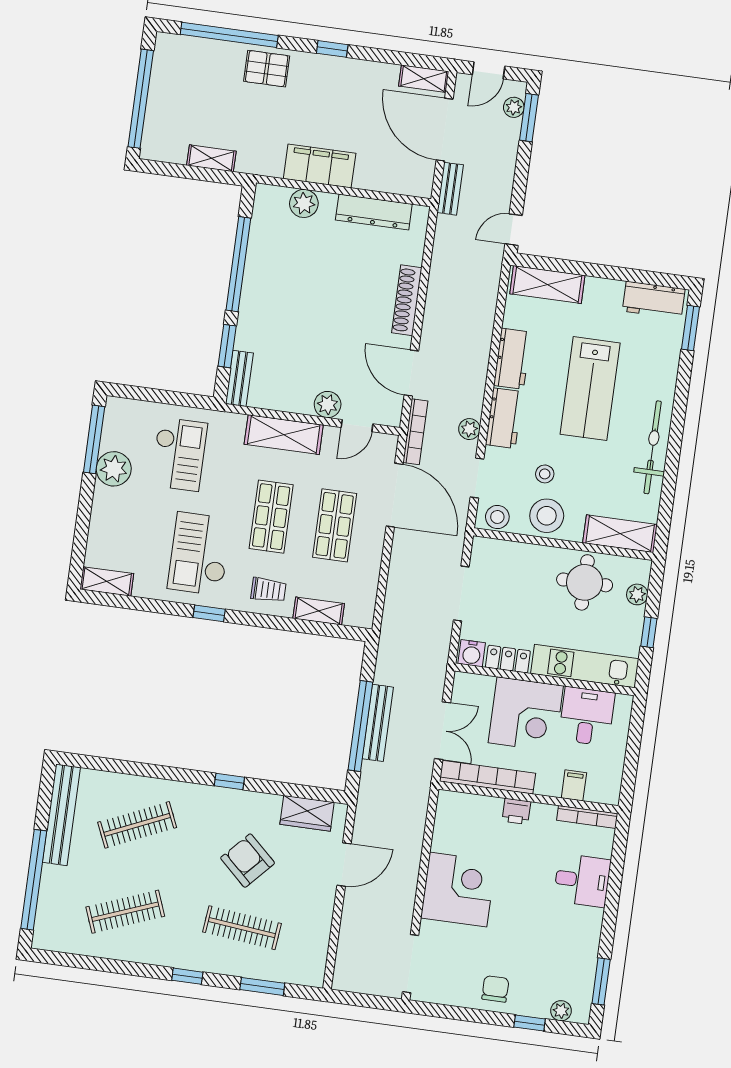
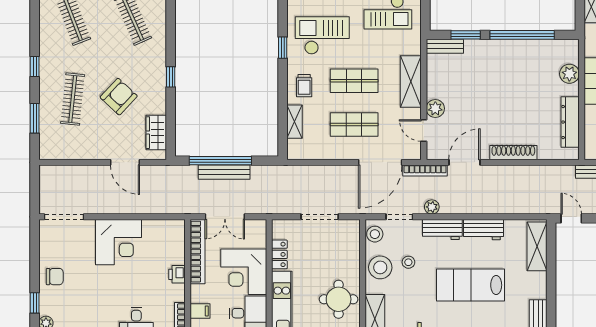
water cooler: (472, 653) -> (280, 229), removed

